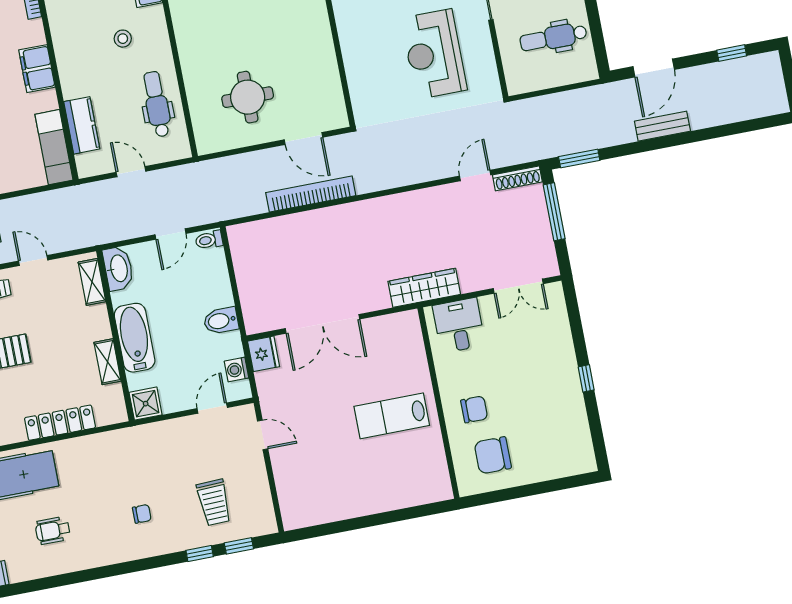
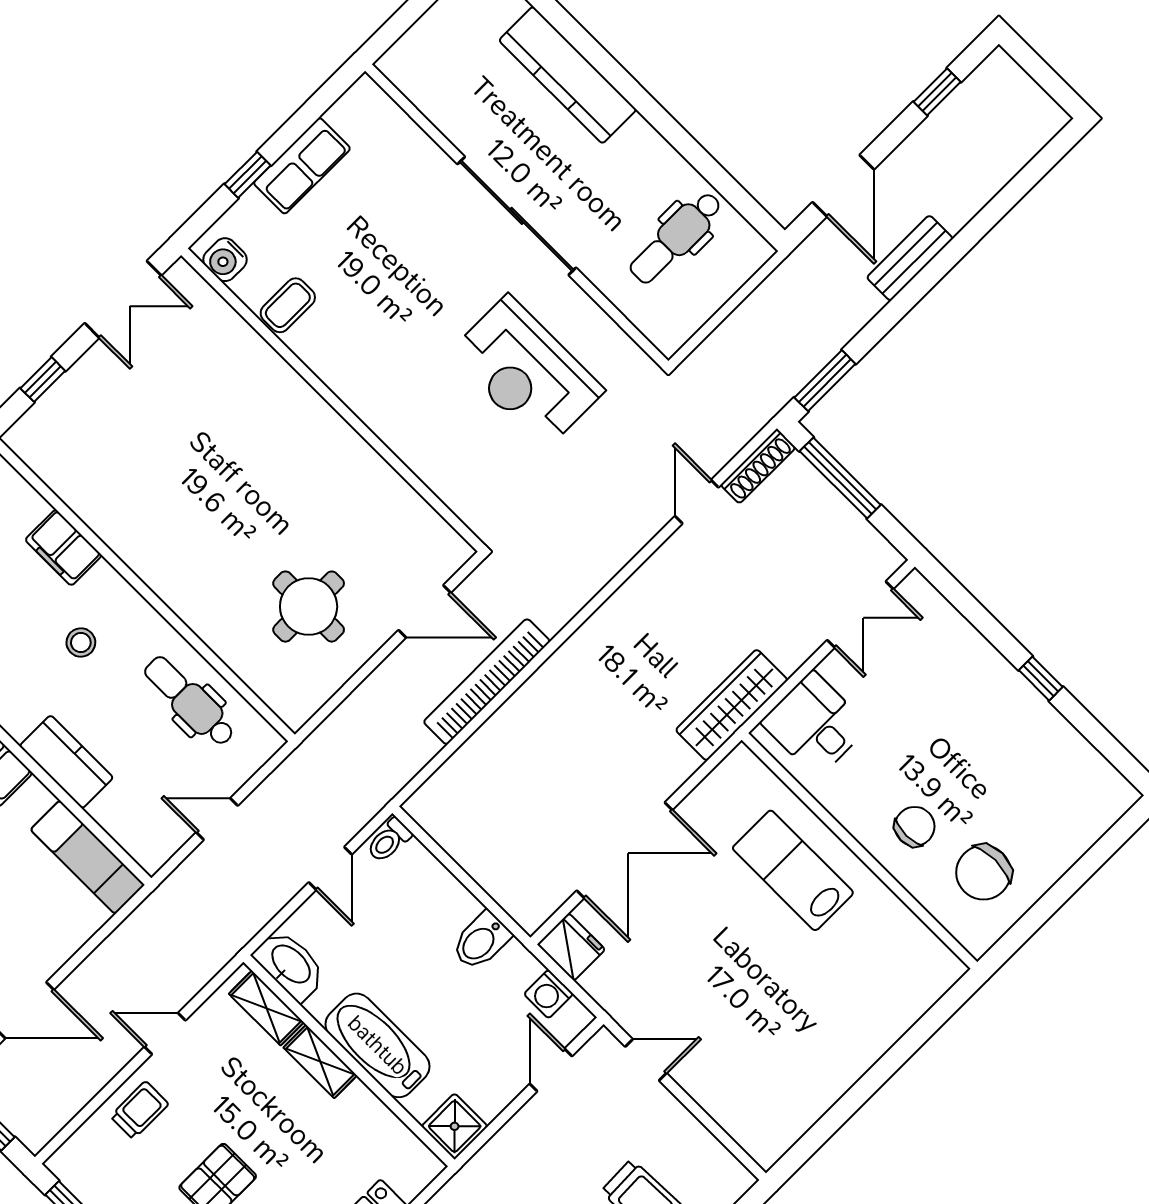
kitchen counter: (82, 125) -> (66, 762), moved
shelving: (108, 362) -> (320, 1061), moved
lab bench: (392, 416) -> (793, 870), moved, turned 90

